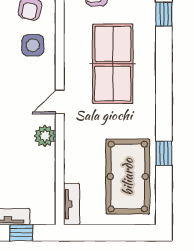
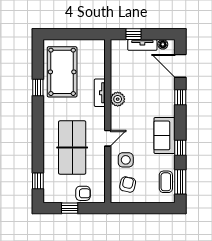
door: (60, 102) -> (108, 138), moved
tv unit: (72, 204) -> (100, 93), moved

